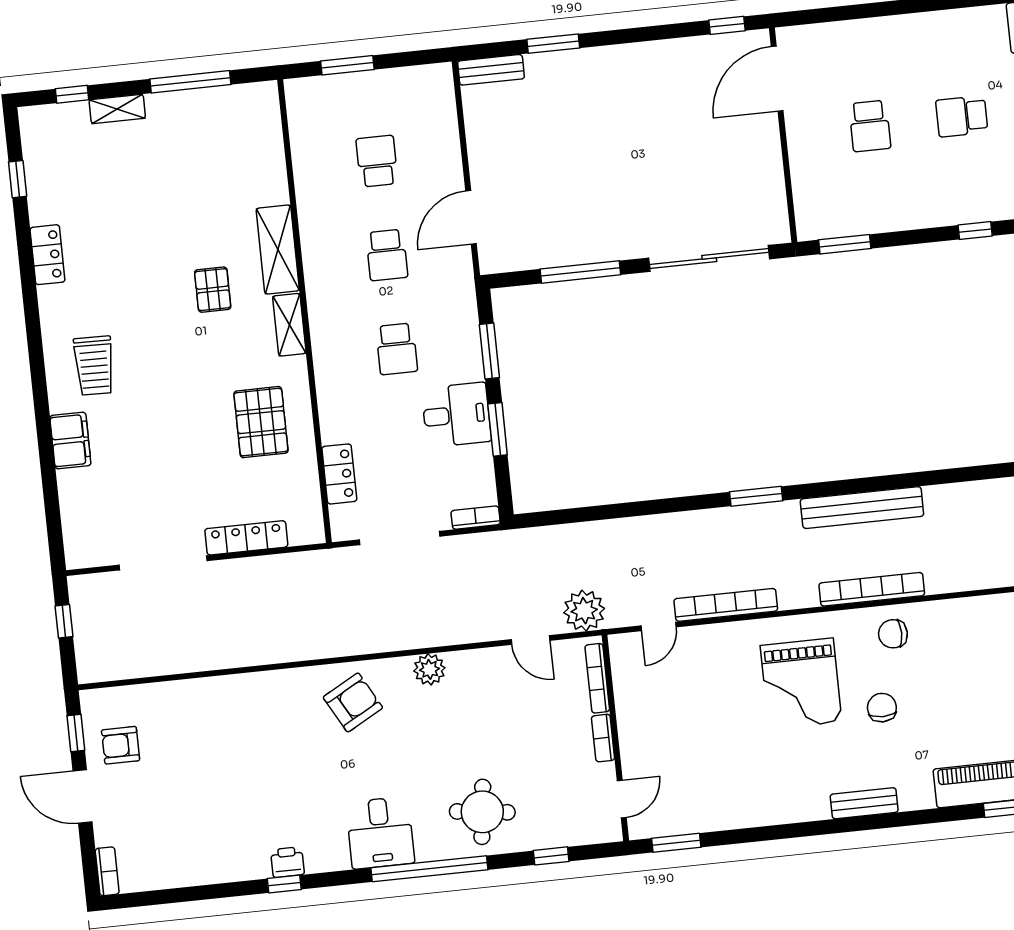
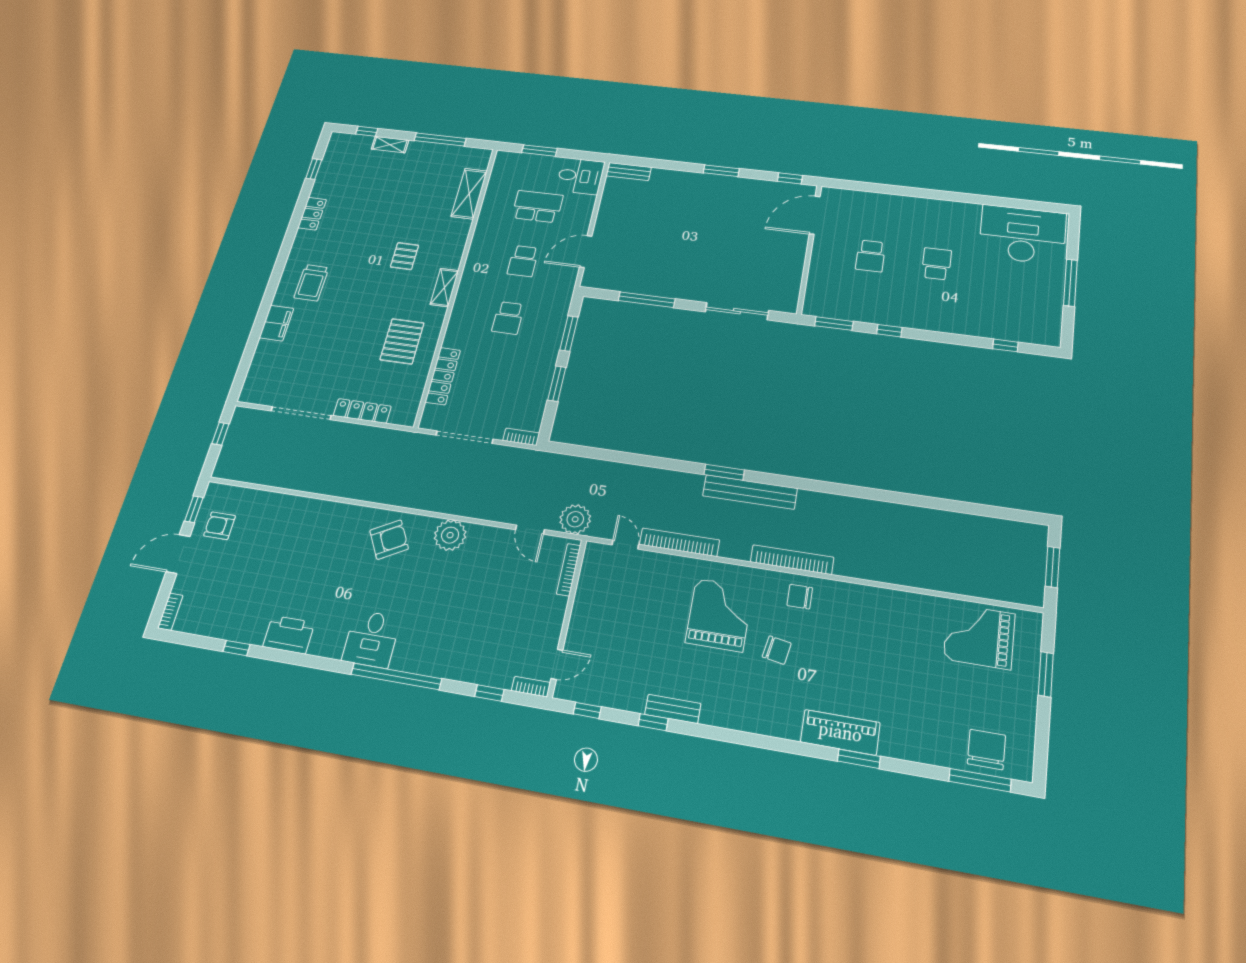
window: (553, 44) -> (721, 171), moved
school desk: (962, 116) -> (936, 264), turned 90
school desk: (377, 161) -> (537, 207), width x1.85
window: (975, 230) -> (889, 331), moved
shelving: (278, 250) -> (469, 194), moved
sliding door: (709, 258) -> (737, 311), width x0.73
desk: (456, 415) -> (580, 176), moved
locker: (339, 474) -> (443, 376), width x1.53
bench: (862, 508) -> (750, 492), moved
door: (659, 626) -> (625, 545), swing flipped
plant: (429, 669) -> (450, 535), width x1.36, depth x1.36
grand piano: (801, 684) -> (719, 615), turned 180
chair: (882, 708) -> (777, 650), turned 100
bookcase: (603, 738) -> (531, 687), moved, turned 90
door: (82, 797) -> (178, 554), hinge flipped
bench: (864, 803) -> (673, 709), moved
round table: (482, 812) -> (451, 645), removed
window: (759, 834) -> (653, 722), added
window: (676, 843) -> (587, 710), width x0.67
printer: (287, 862) -> (289, 635), width x1.87, depth x1.48
window: (284, 884) -> (236, 648), moved

